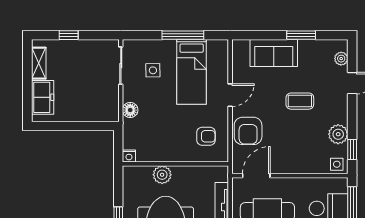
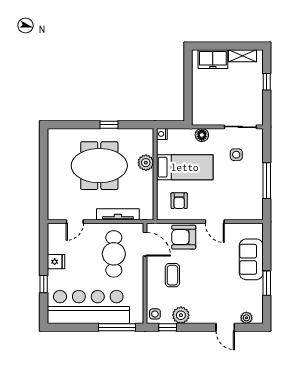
bed: (192, 72) -> (185, 167), moved, turned 180
coffee table: (300, 101) -> (172, 275), moved

